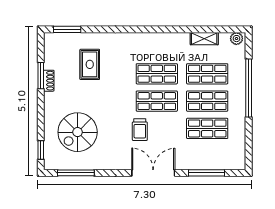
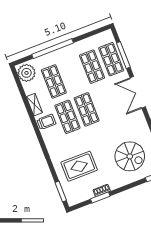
shelving: (204, 39) -> (34, 105), moved
plant: (236, 39) -> (27, 73), width x1.87, depth x1.87
rug: (90, 64) -> (79, 166), width x1.36, depth x1.43
shop shelf: (207, 101) -> (111, 59), moved
trolley: (140, 130) -> (46, 122), moved

